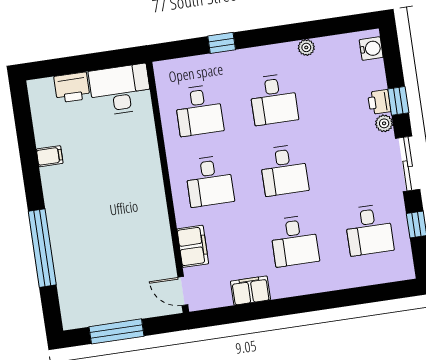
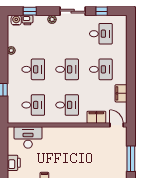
desk: (120, 90) -> (28, 137), moved, turned 90
window: (398, 101) -> (30, 11), moved
printer: (379, 102) -> (27, 20), moved
door: (183, 291) -> (117, 125), swing flipped

